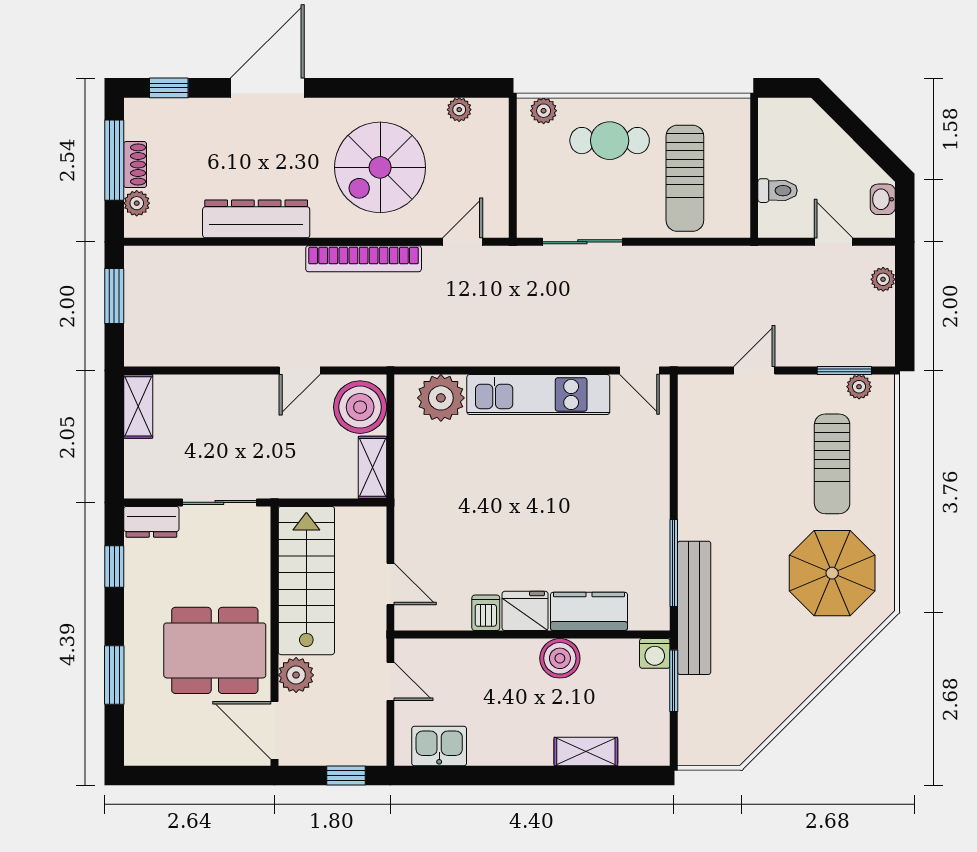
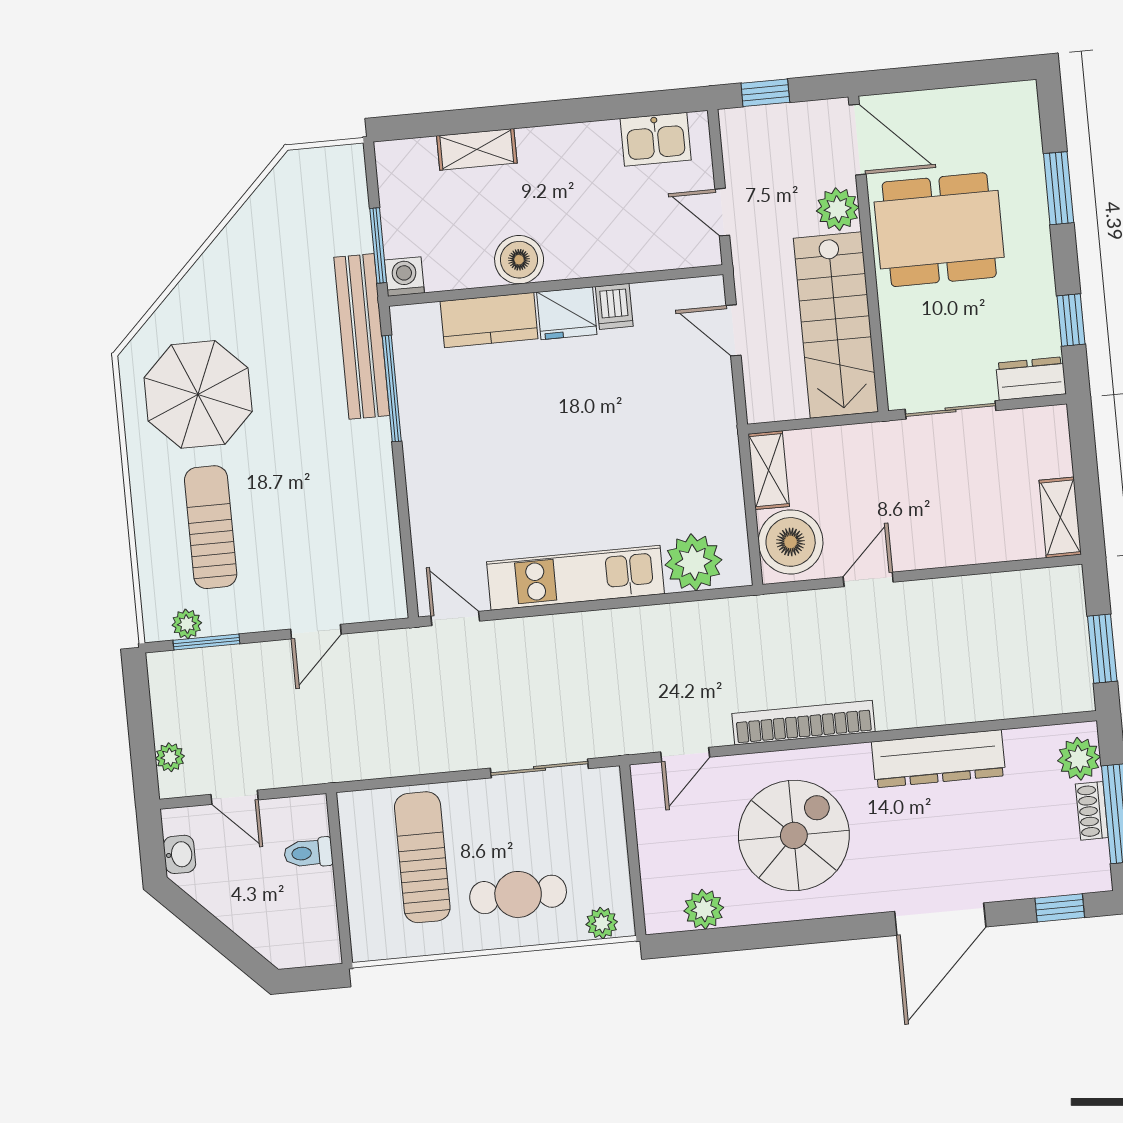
plant: (459, 110) -> (704, 909), width x1.38, depth x1.38
plant: (137, 203) -> (1079, 759), width x1.38, depth x1.38

